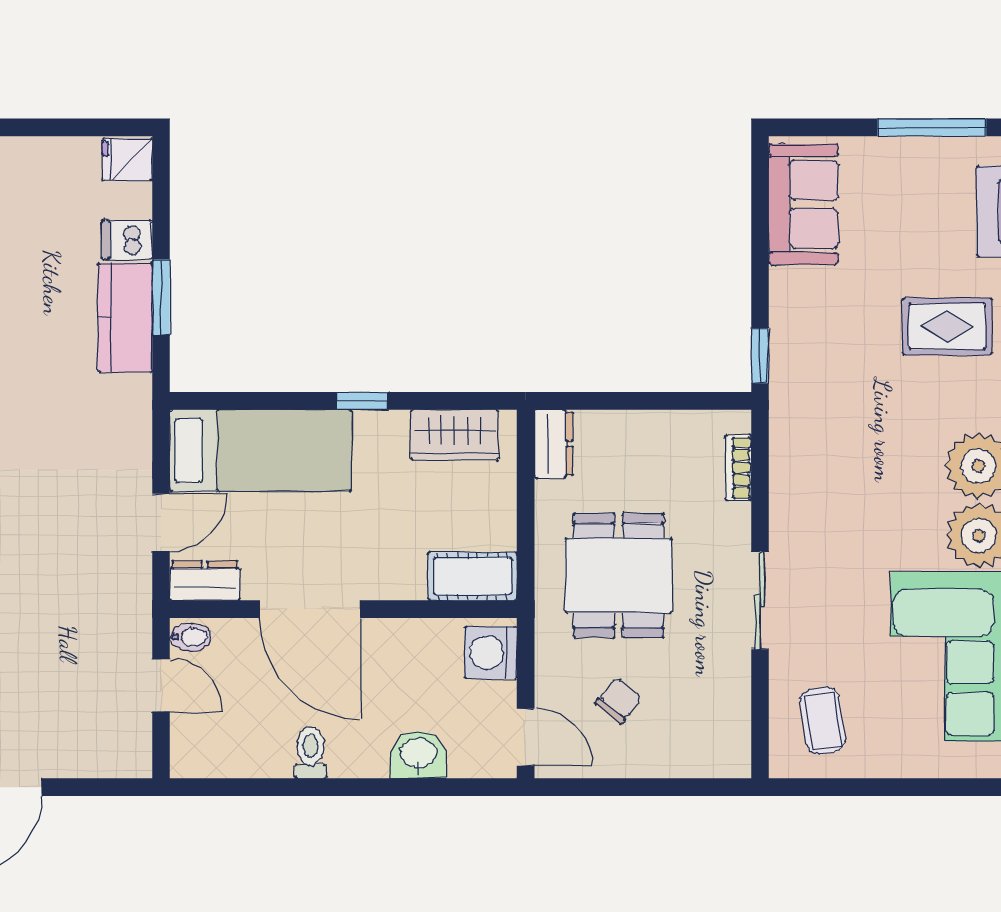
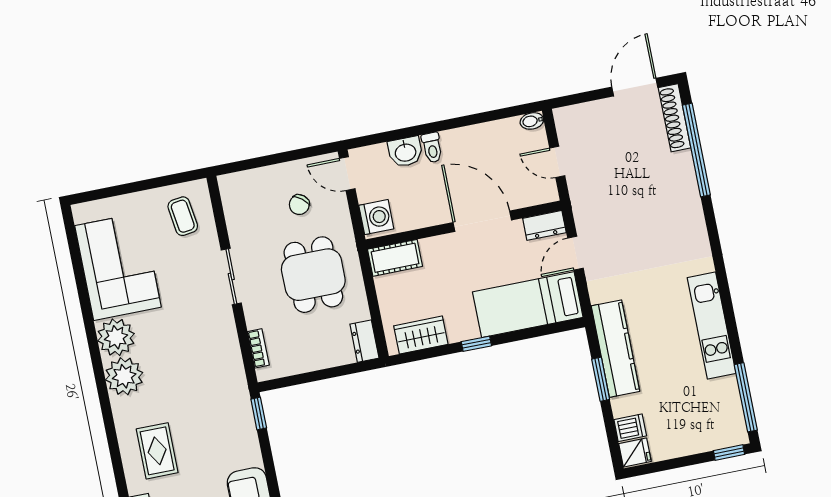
dishwasher: (127, 240) -> (630, 428), moved
kitchen counter: (125, 317) -> (615, 349), width x1.50
rug: (947, 327) -> (157, 451), turned 90
bidet: (191, 637) -> (532, 121), moved
toilet: (310, 753) -> (432, 148), moved

